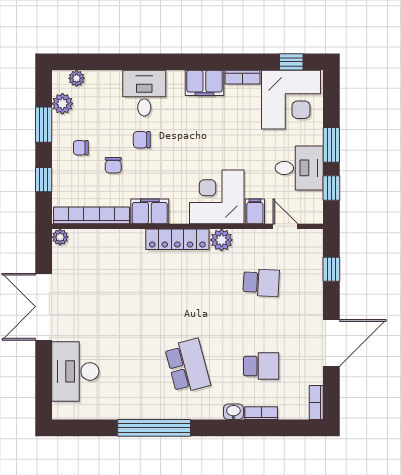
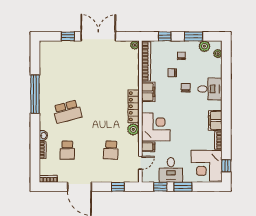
window: (44, 365) -> (68, 36), added
desk: (75, 371) -> (64, 53), removed

